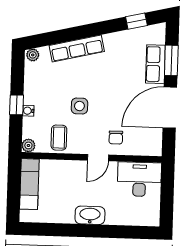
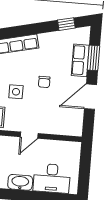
door: (170, 108) -> (90, 97), width x0.73
chair: (116, 138) -> (44, 82), moved
desk: (139, 179) -> (52, 178), moved, turned 180

